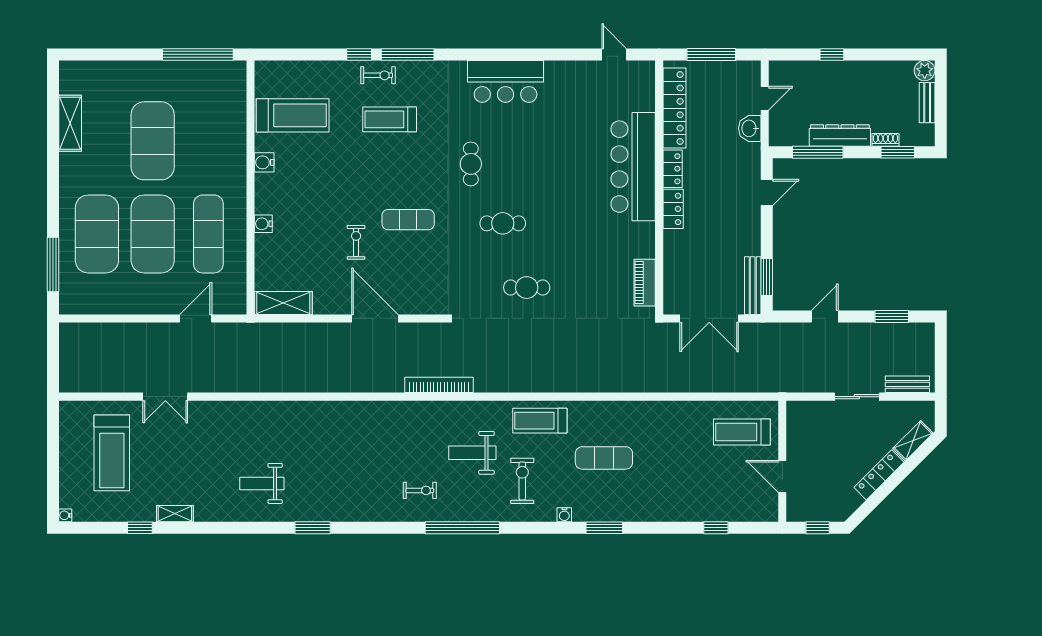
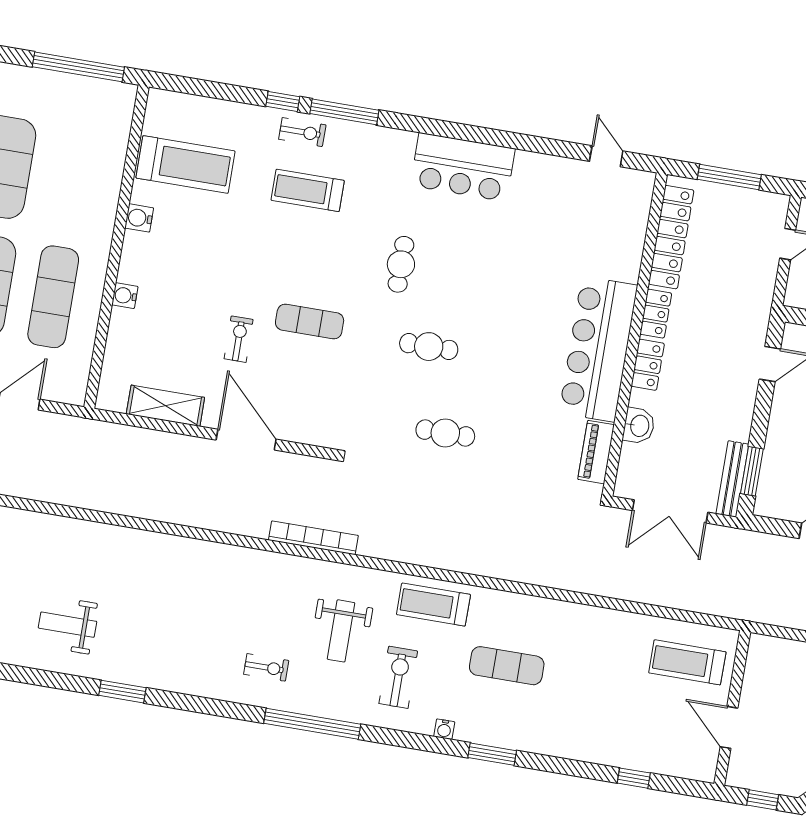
washbasin: (750, 128) -> (639, 426), moved, turned 180
bar counter: (633, 167) -> (598, 349), moved
shelving: (283, 303) -> (165, 406), moved
weight bench: (472, 453) -> (341, 631), turned -90

